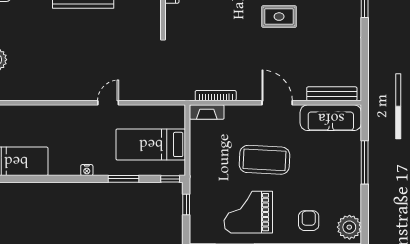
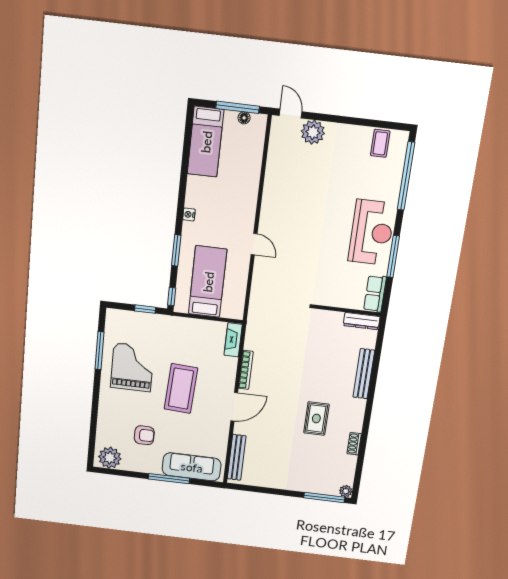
bookcase: (216, 96) -> (246, 370), moved
sofa: (331, 118) -> (192, 467), moved, turned 90
armchair: (309, 221) -> (144, 435), moved

